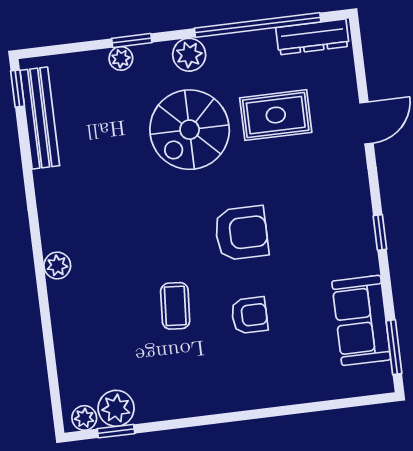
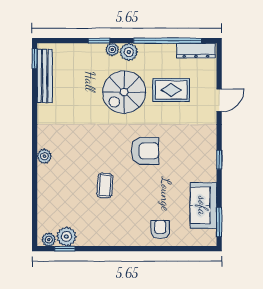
plant: (121, 58) -> (112, 49), moved
armchair: (249, 315) -> (160, 230), moved, turned -90

